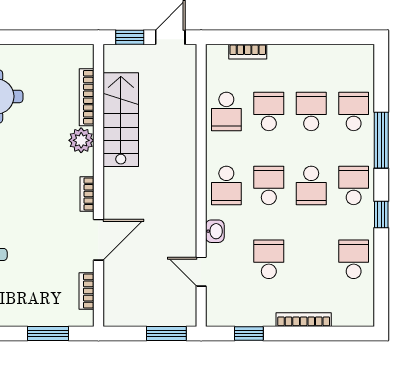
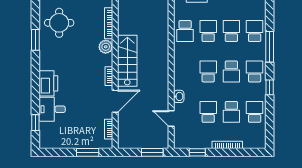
stairs: (121, 120) -> (127, 61), moved
school desk: (226, 185) -> (231, 112), moved

